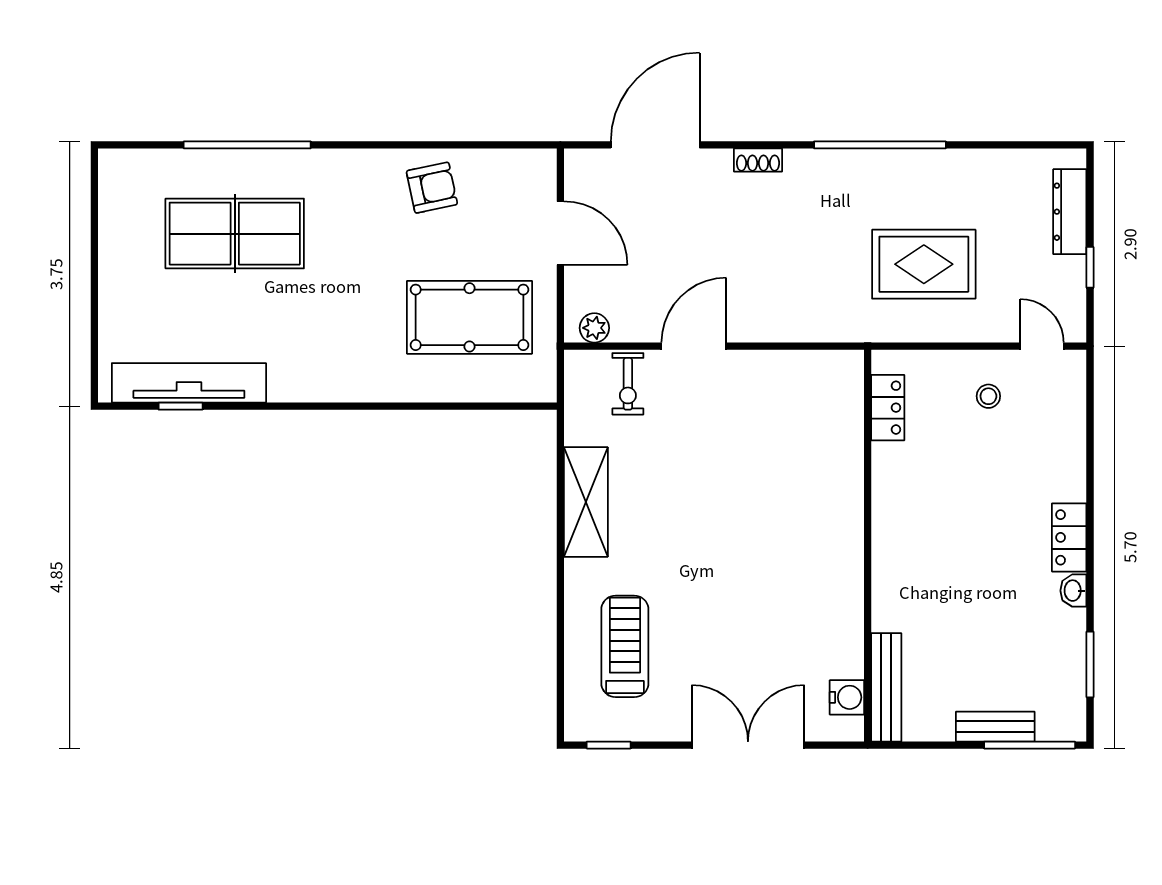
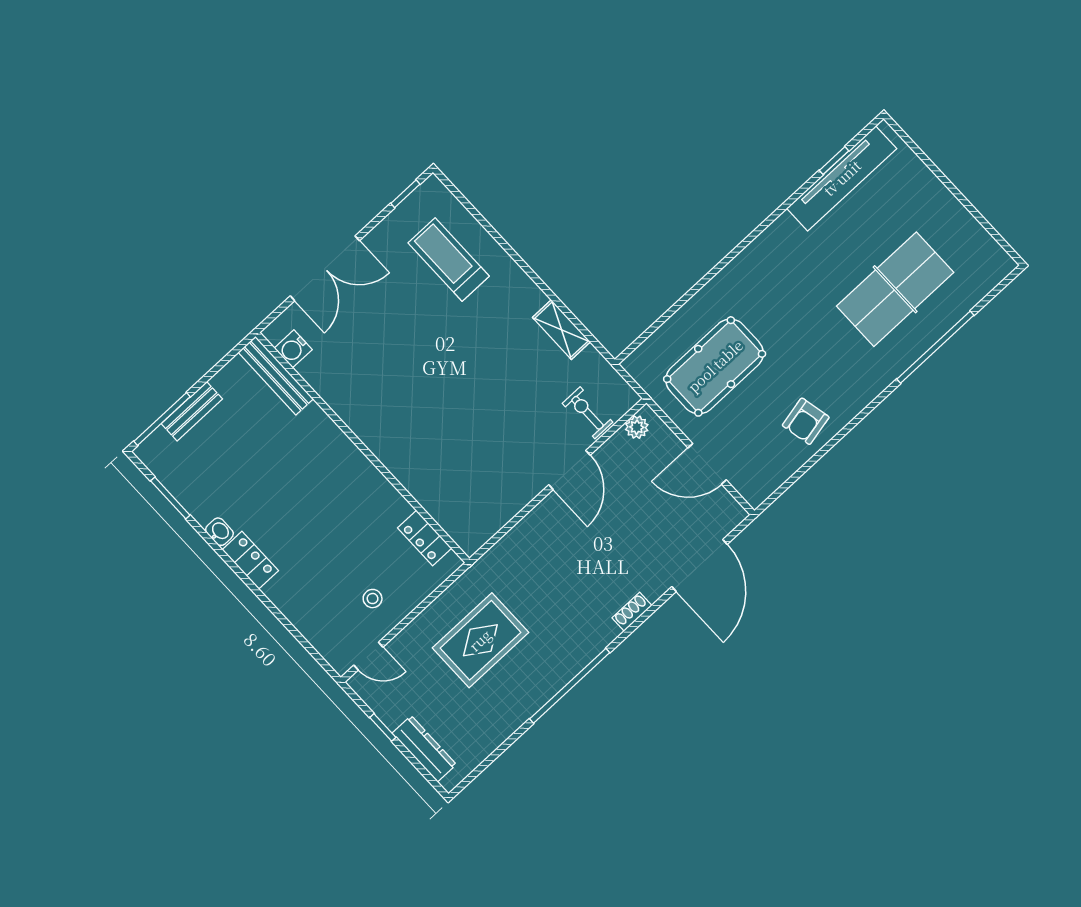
shelving: (586, 502) -> (561, 330), width x0.67, depth x0.75
treadmill: (625, 646) -> (449, 259), turned 180

